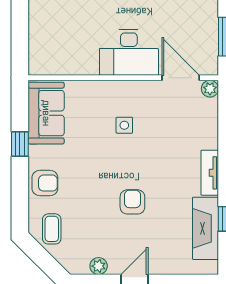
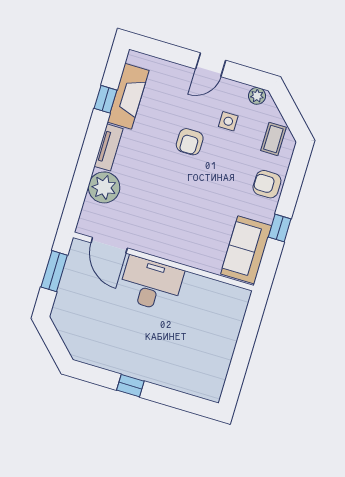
plant: (210, 89) -> (104, 187), moved, width x1.88, depth x1.88
side table: (124, 125) -> (228, 121), moved
plant: (99, 266) -> (257, 96), moved

